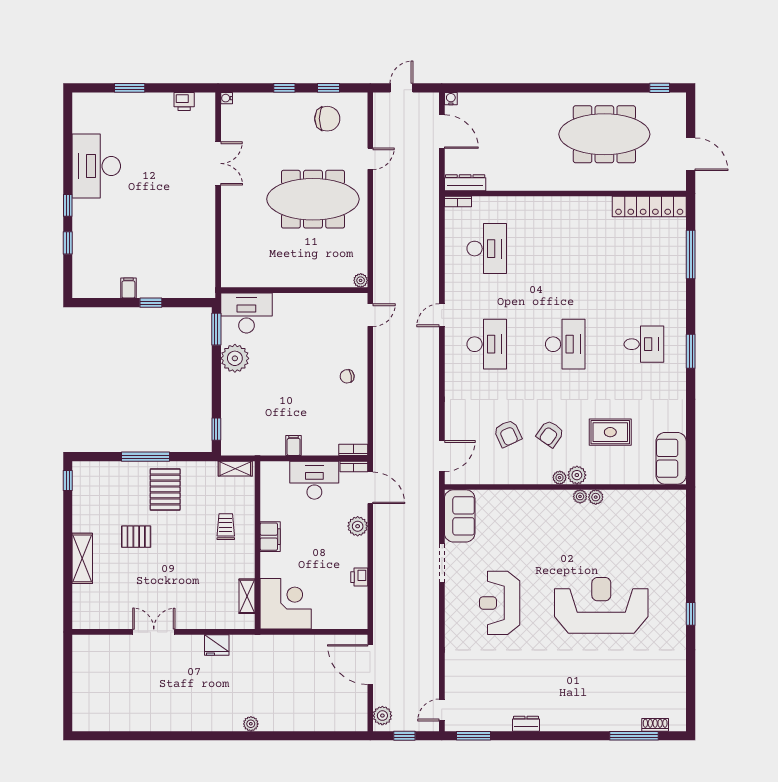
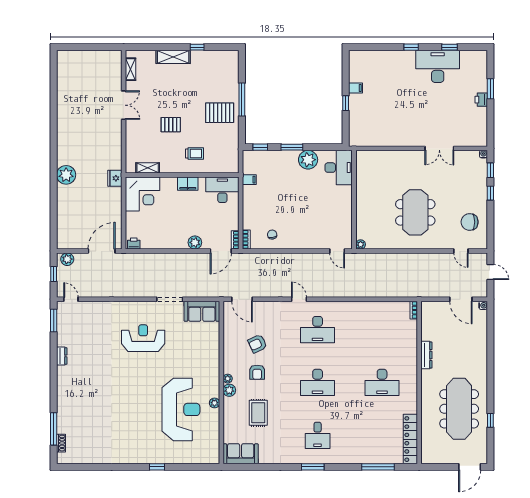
window: (329, 88) -> (490, 170), moved
window: (660, 88) -> (490, 420), moved
printer: (184, 101) -> (481, 100), moved
chair: (327, 119) -> (470, 222), turned 90
door: (442, 132) -> (461, 299), hinge flipped
door: (691, 154) -> (470, 467), moved
door: (370, 159) -> (461, 251), moved
dresser: (465, 183) -> (426, 355), moved
meeting table: (313, 199) -> (415, 212), width x0.73
window: (68, 243) -> (449, 47), moved
desk: (487, 249) -> (382, 382), moved
door: (442, 315) -> (299, 299), moved
window: (216, 329) -> (292, 147), moved
chair: (347, 376) -> (272, 235), moved
armchair: (550, 434) -> (257, 372), turned -125
filing cabinet: (294, 446) -> (249, 180), moved
shelving: (235, 469) -> (131, 69), moved
window: (68, 480) -> (197, 47), moved
desk: (314, 480) -> (222, 190), moved, turned -90
plant: (580, 496) -> (215, 392), removed
pallet: (136, 537) -> (171, 125), moved, turned 90
printer: (359, 577) -> (134, 244), moved
reception desk: (601, 605) -> (181, 409), moved
window: (691, 614) -> (157, 467), moved
fridge: (217, 645) -> (115, 178), moved
plant: (251, 724) -> (66, 175), width x1.88, depth x1.88

